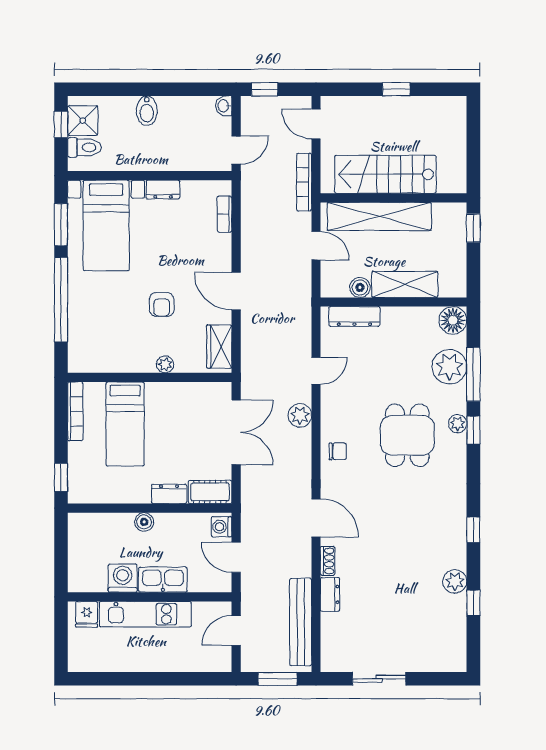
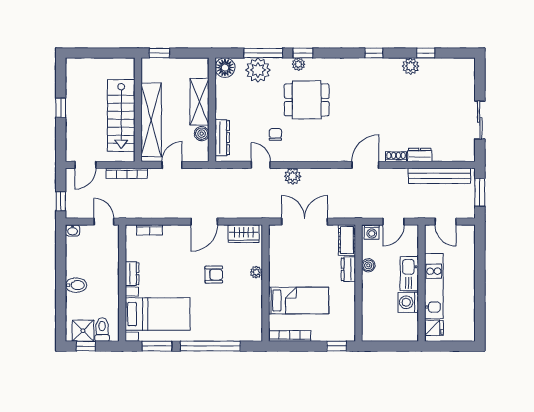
chair: (338, 451) -> (275, 134), moved
boiler: (144, 522) -> (368, 265), moved

